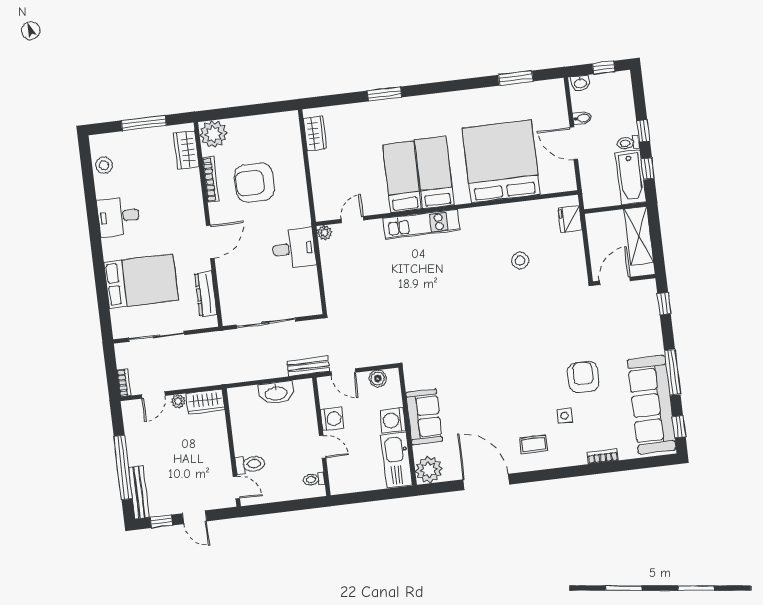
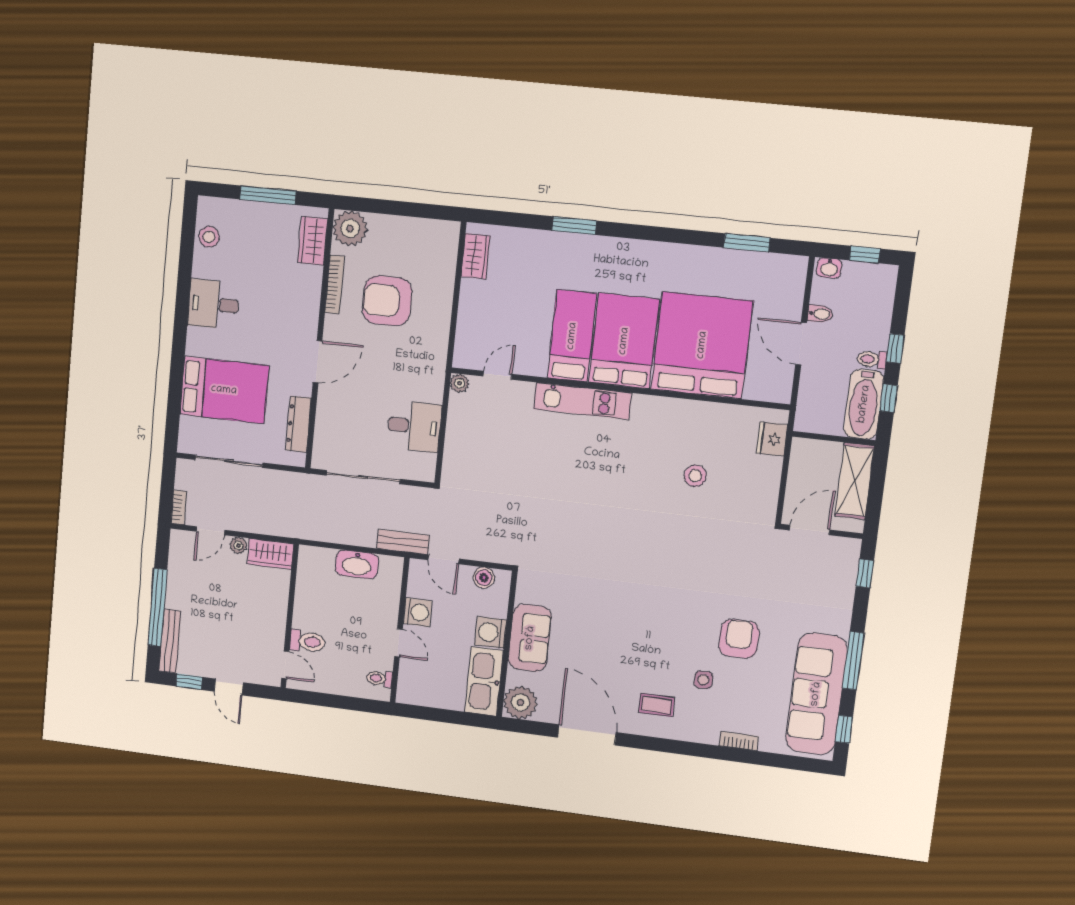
bed: (434, 172) -> (624, 341), width x1.50
desk: (294, 249) -> (414, 426), moved

